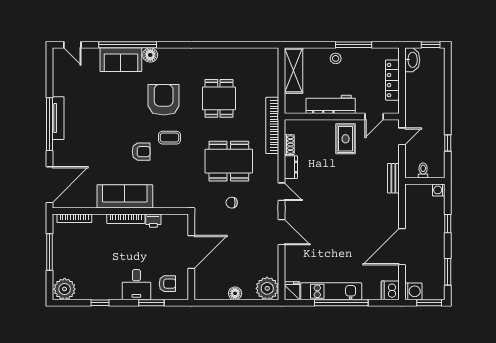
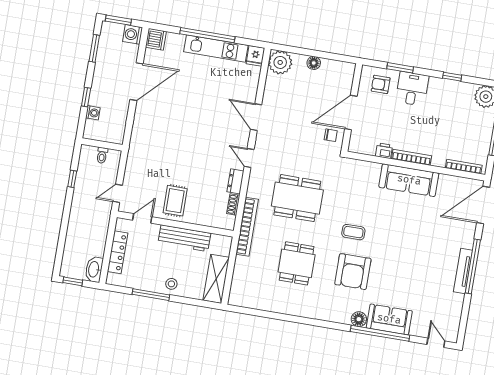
armchair: (141, 152) -> (385, 223), removed
bench: (393, 178) -> (133, 152), removed
washing machine: (439, 190) -> (93, 113), moved
chair: (232, 203) -> (331, 135), moved

